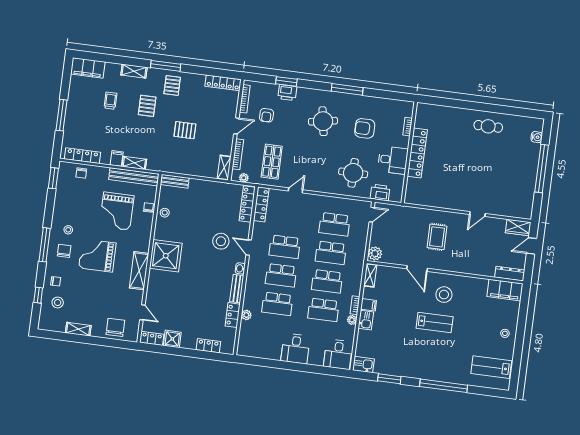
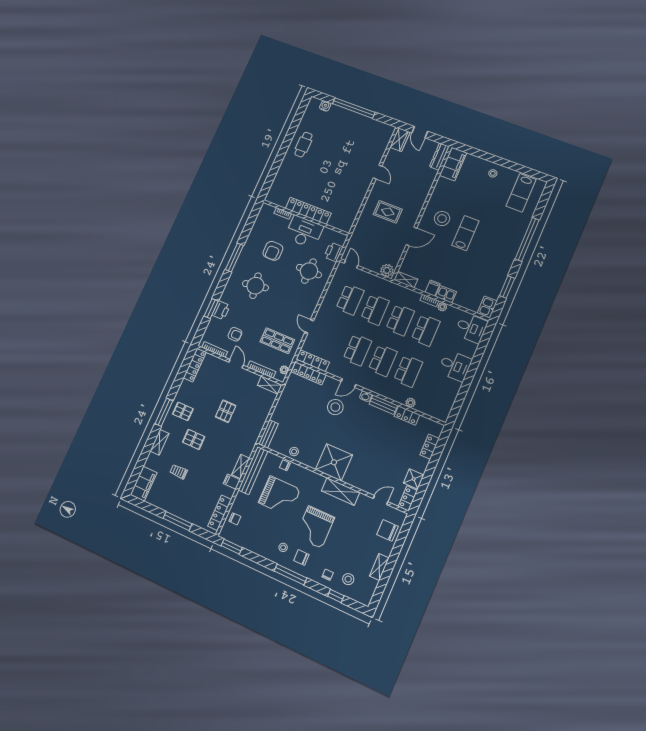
desk: (393, 160) -> (304, 232), width x1.37

